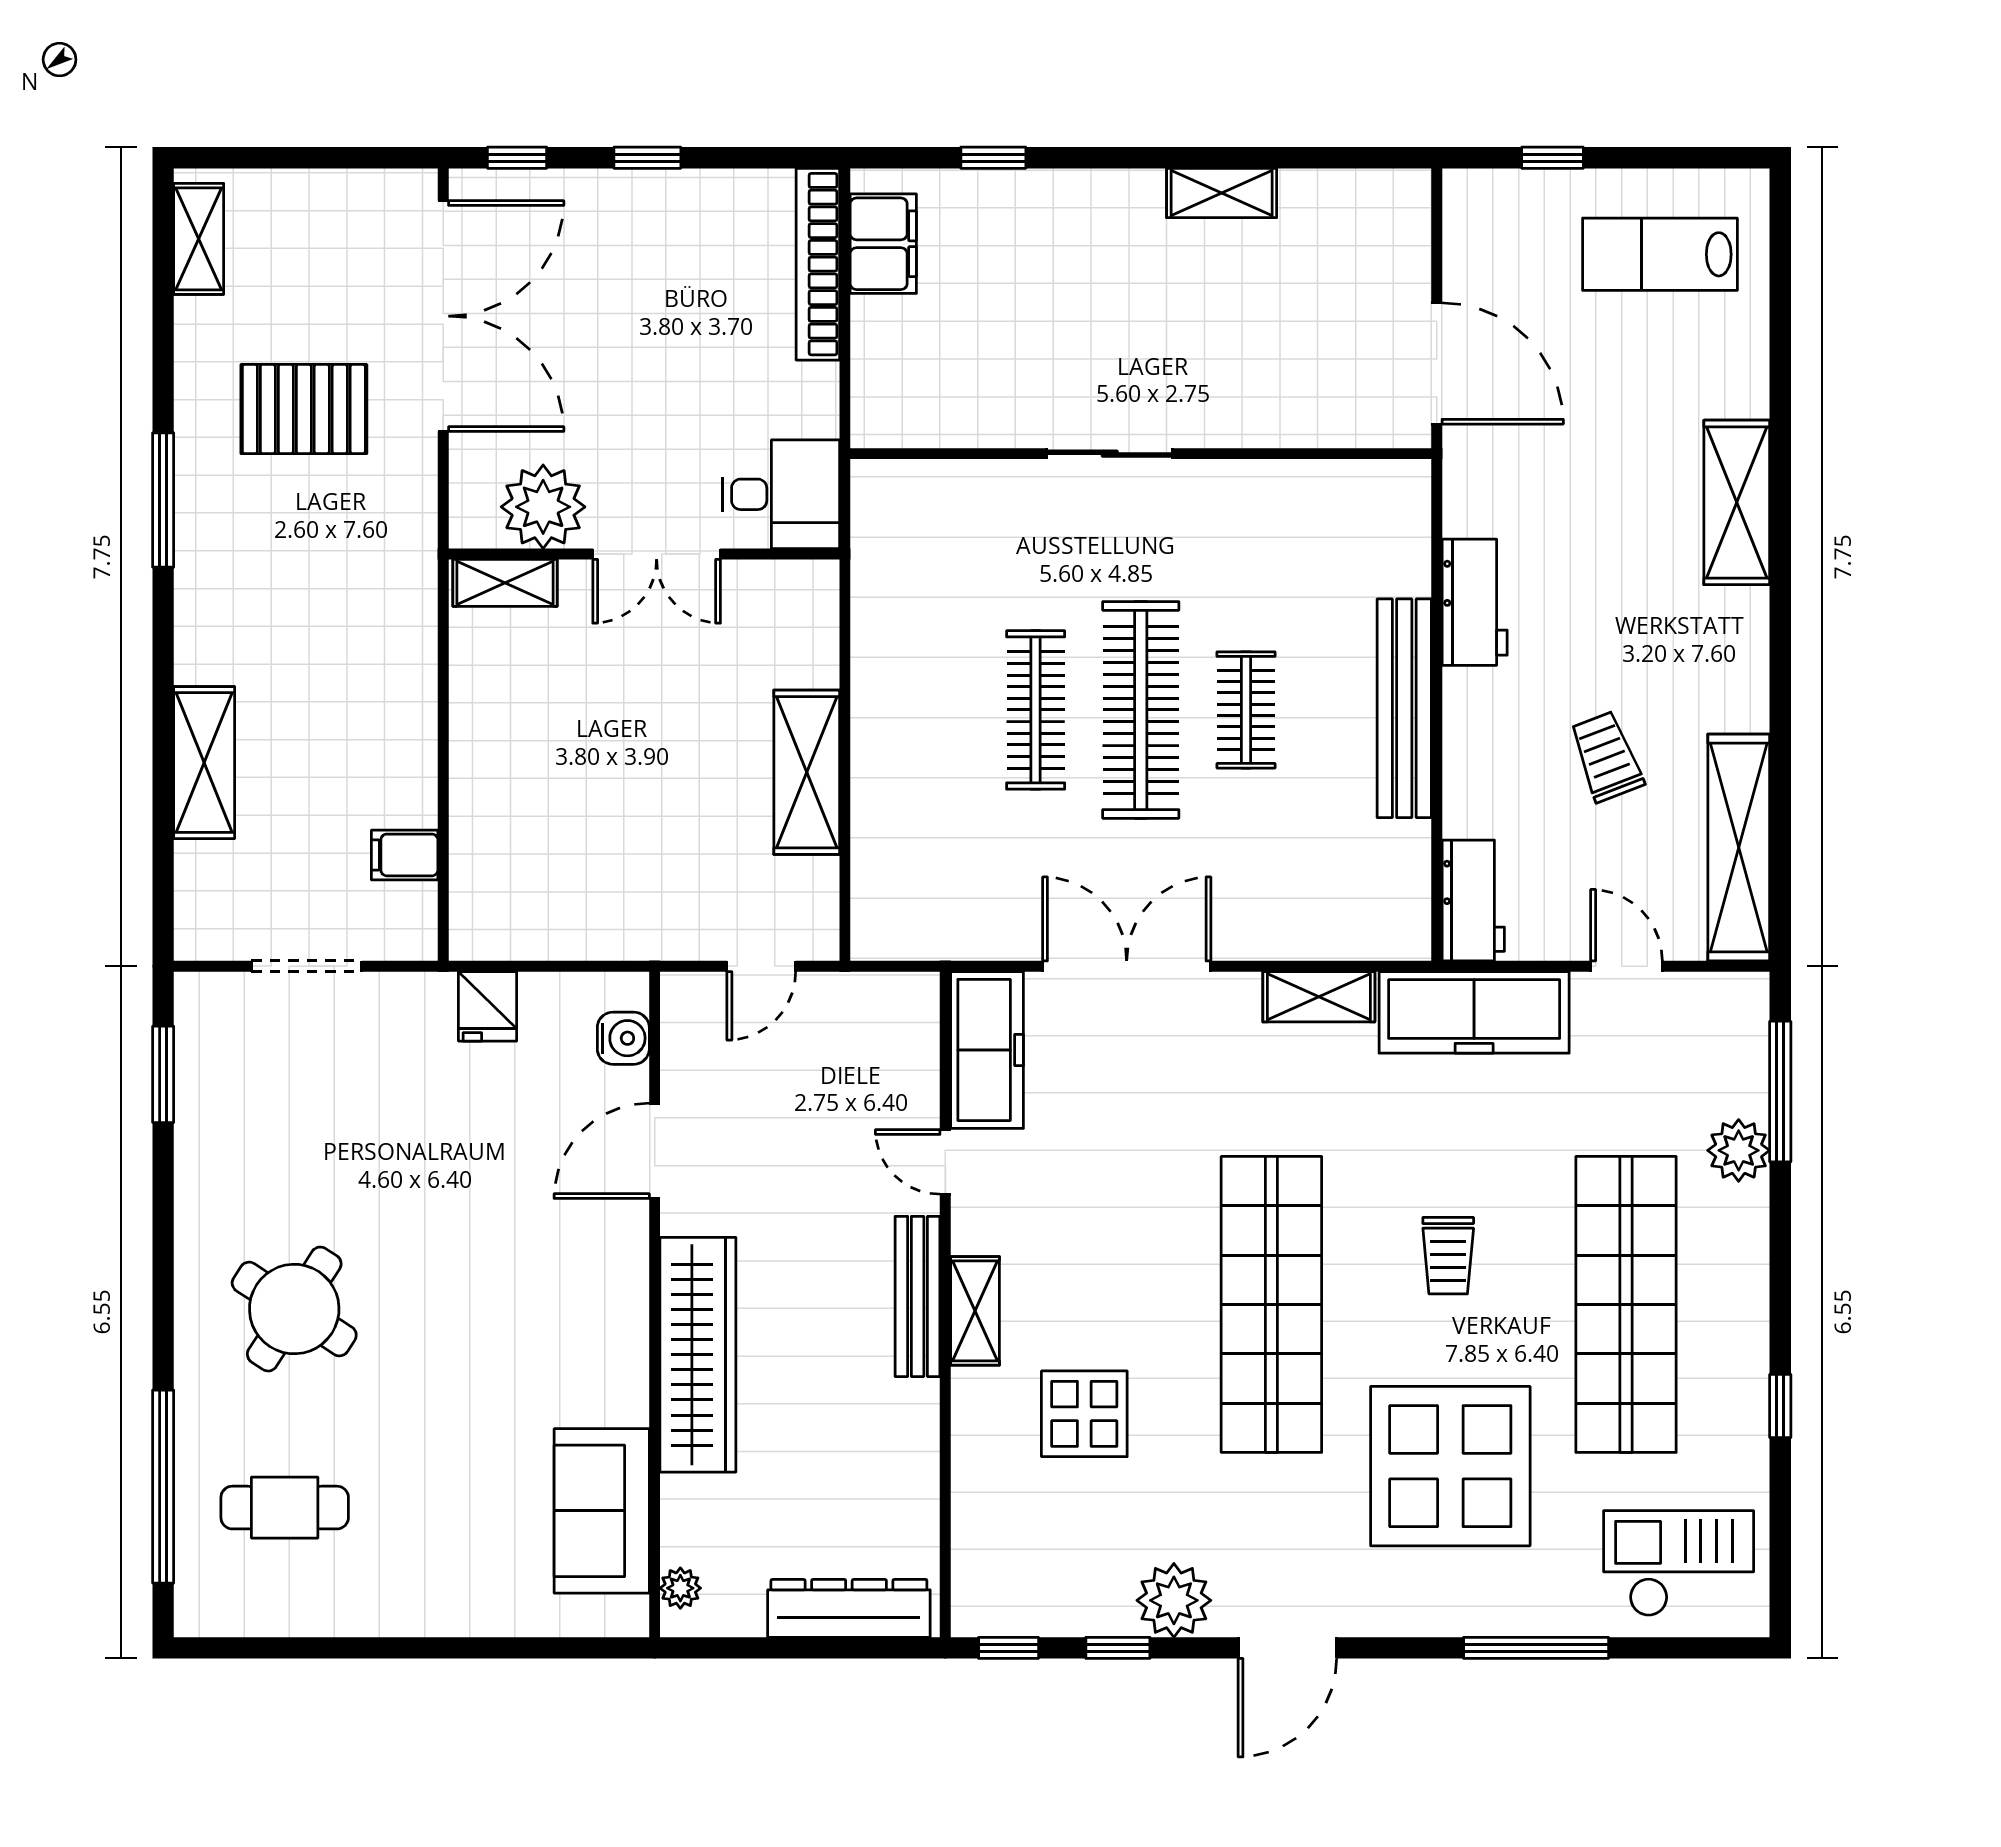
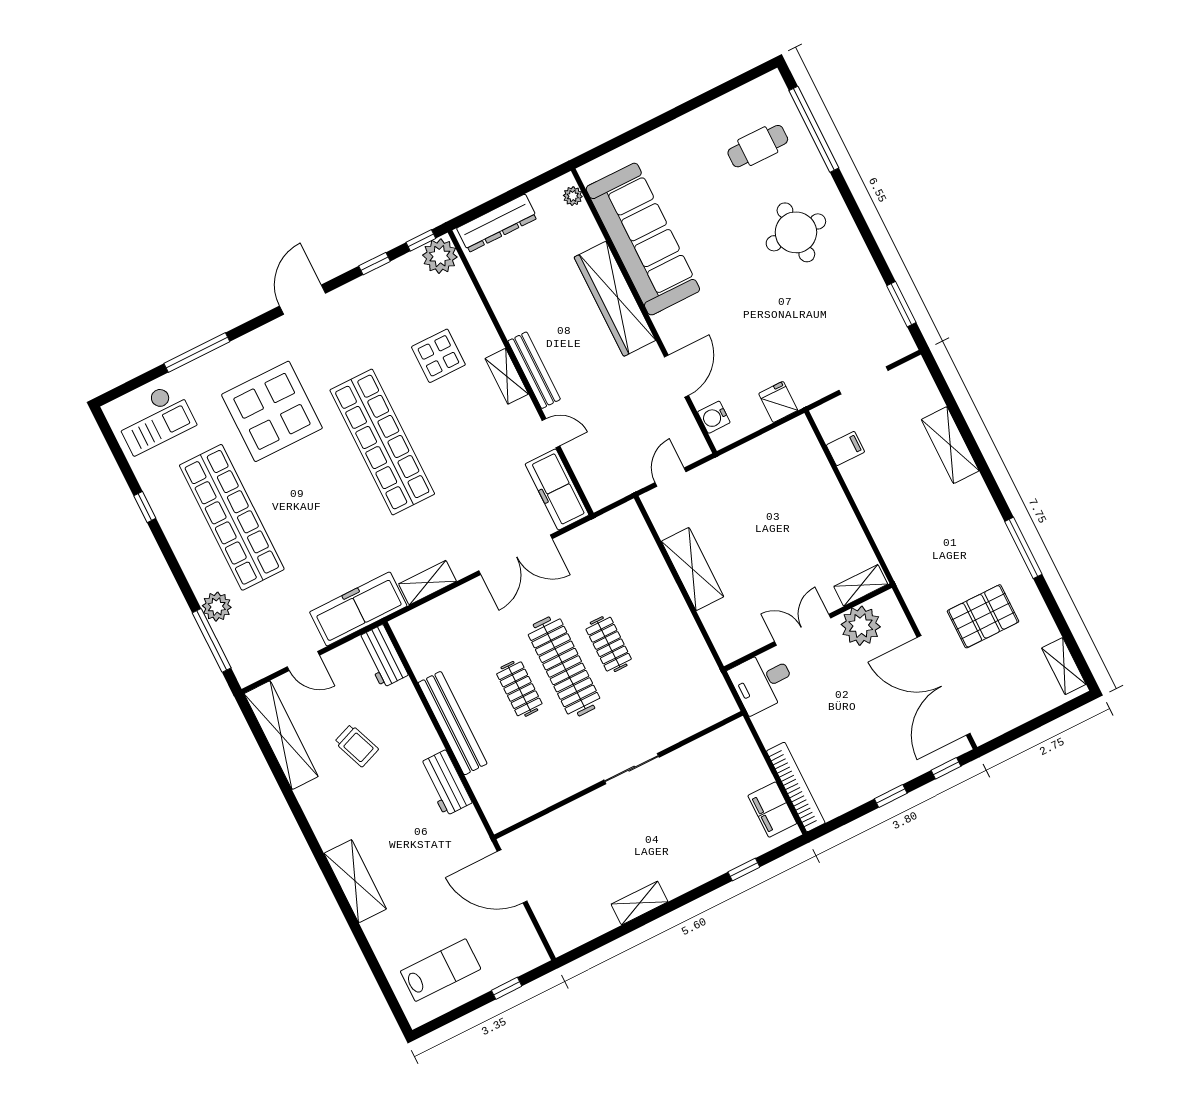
clothes rail: (1036, 710) -> (609, 644), width x0.73
trolley: (1448, 1256) -> (318, 500), removed
round table: (294, 1309) -> (796, 232), turned -33
sofa: (602, 1511) -> (643, 239), width x1.85, depth x1.27
plant: (1174, 1600) -> (440, 256), moved

